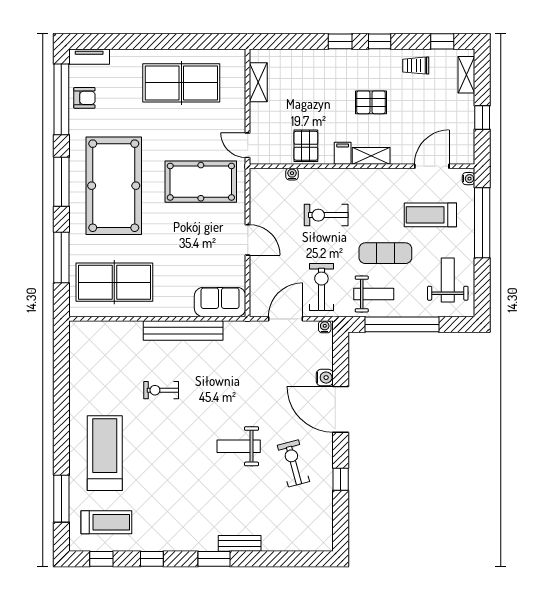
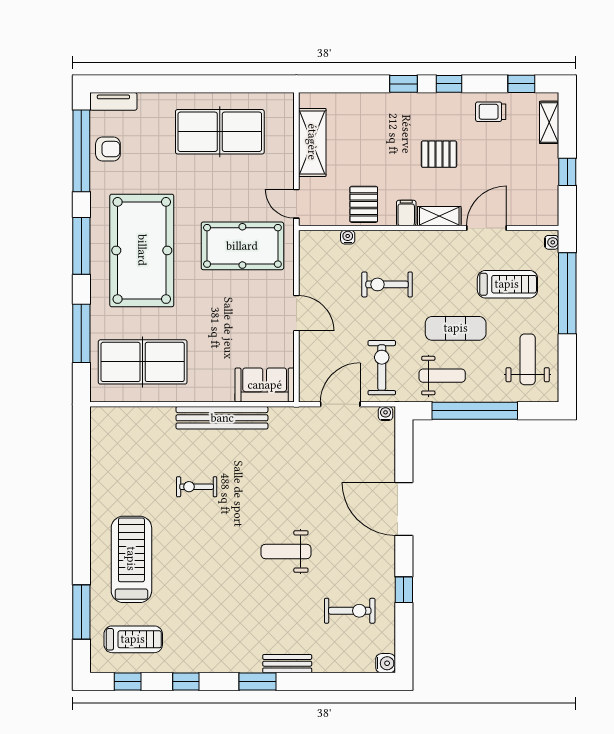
shelving: (258, 82) -> (312, 142), width x1.50, depth x1.33
door: (432, 166) -> (486, 228), moved
treadmill: (430, 215) -> (507, 284), turned 180
water cooler: (325, 378) -> (386, 663), moved
exercise bike: (293, 463) -> (350, 611), moved, turned 105

